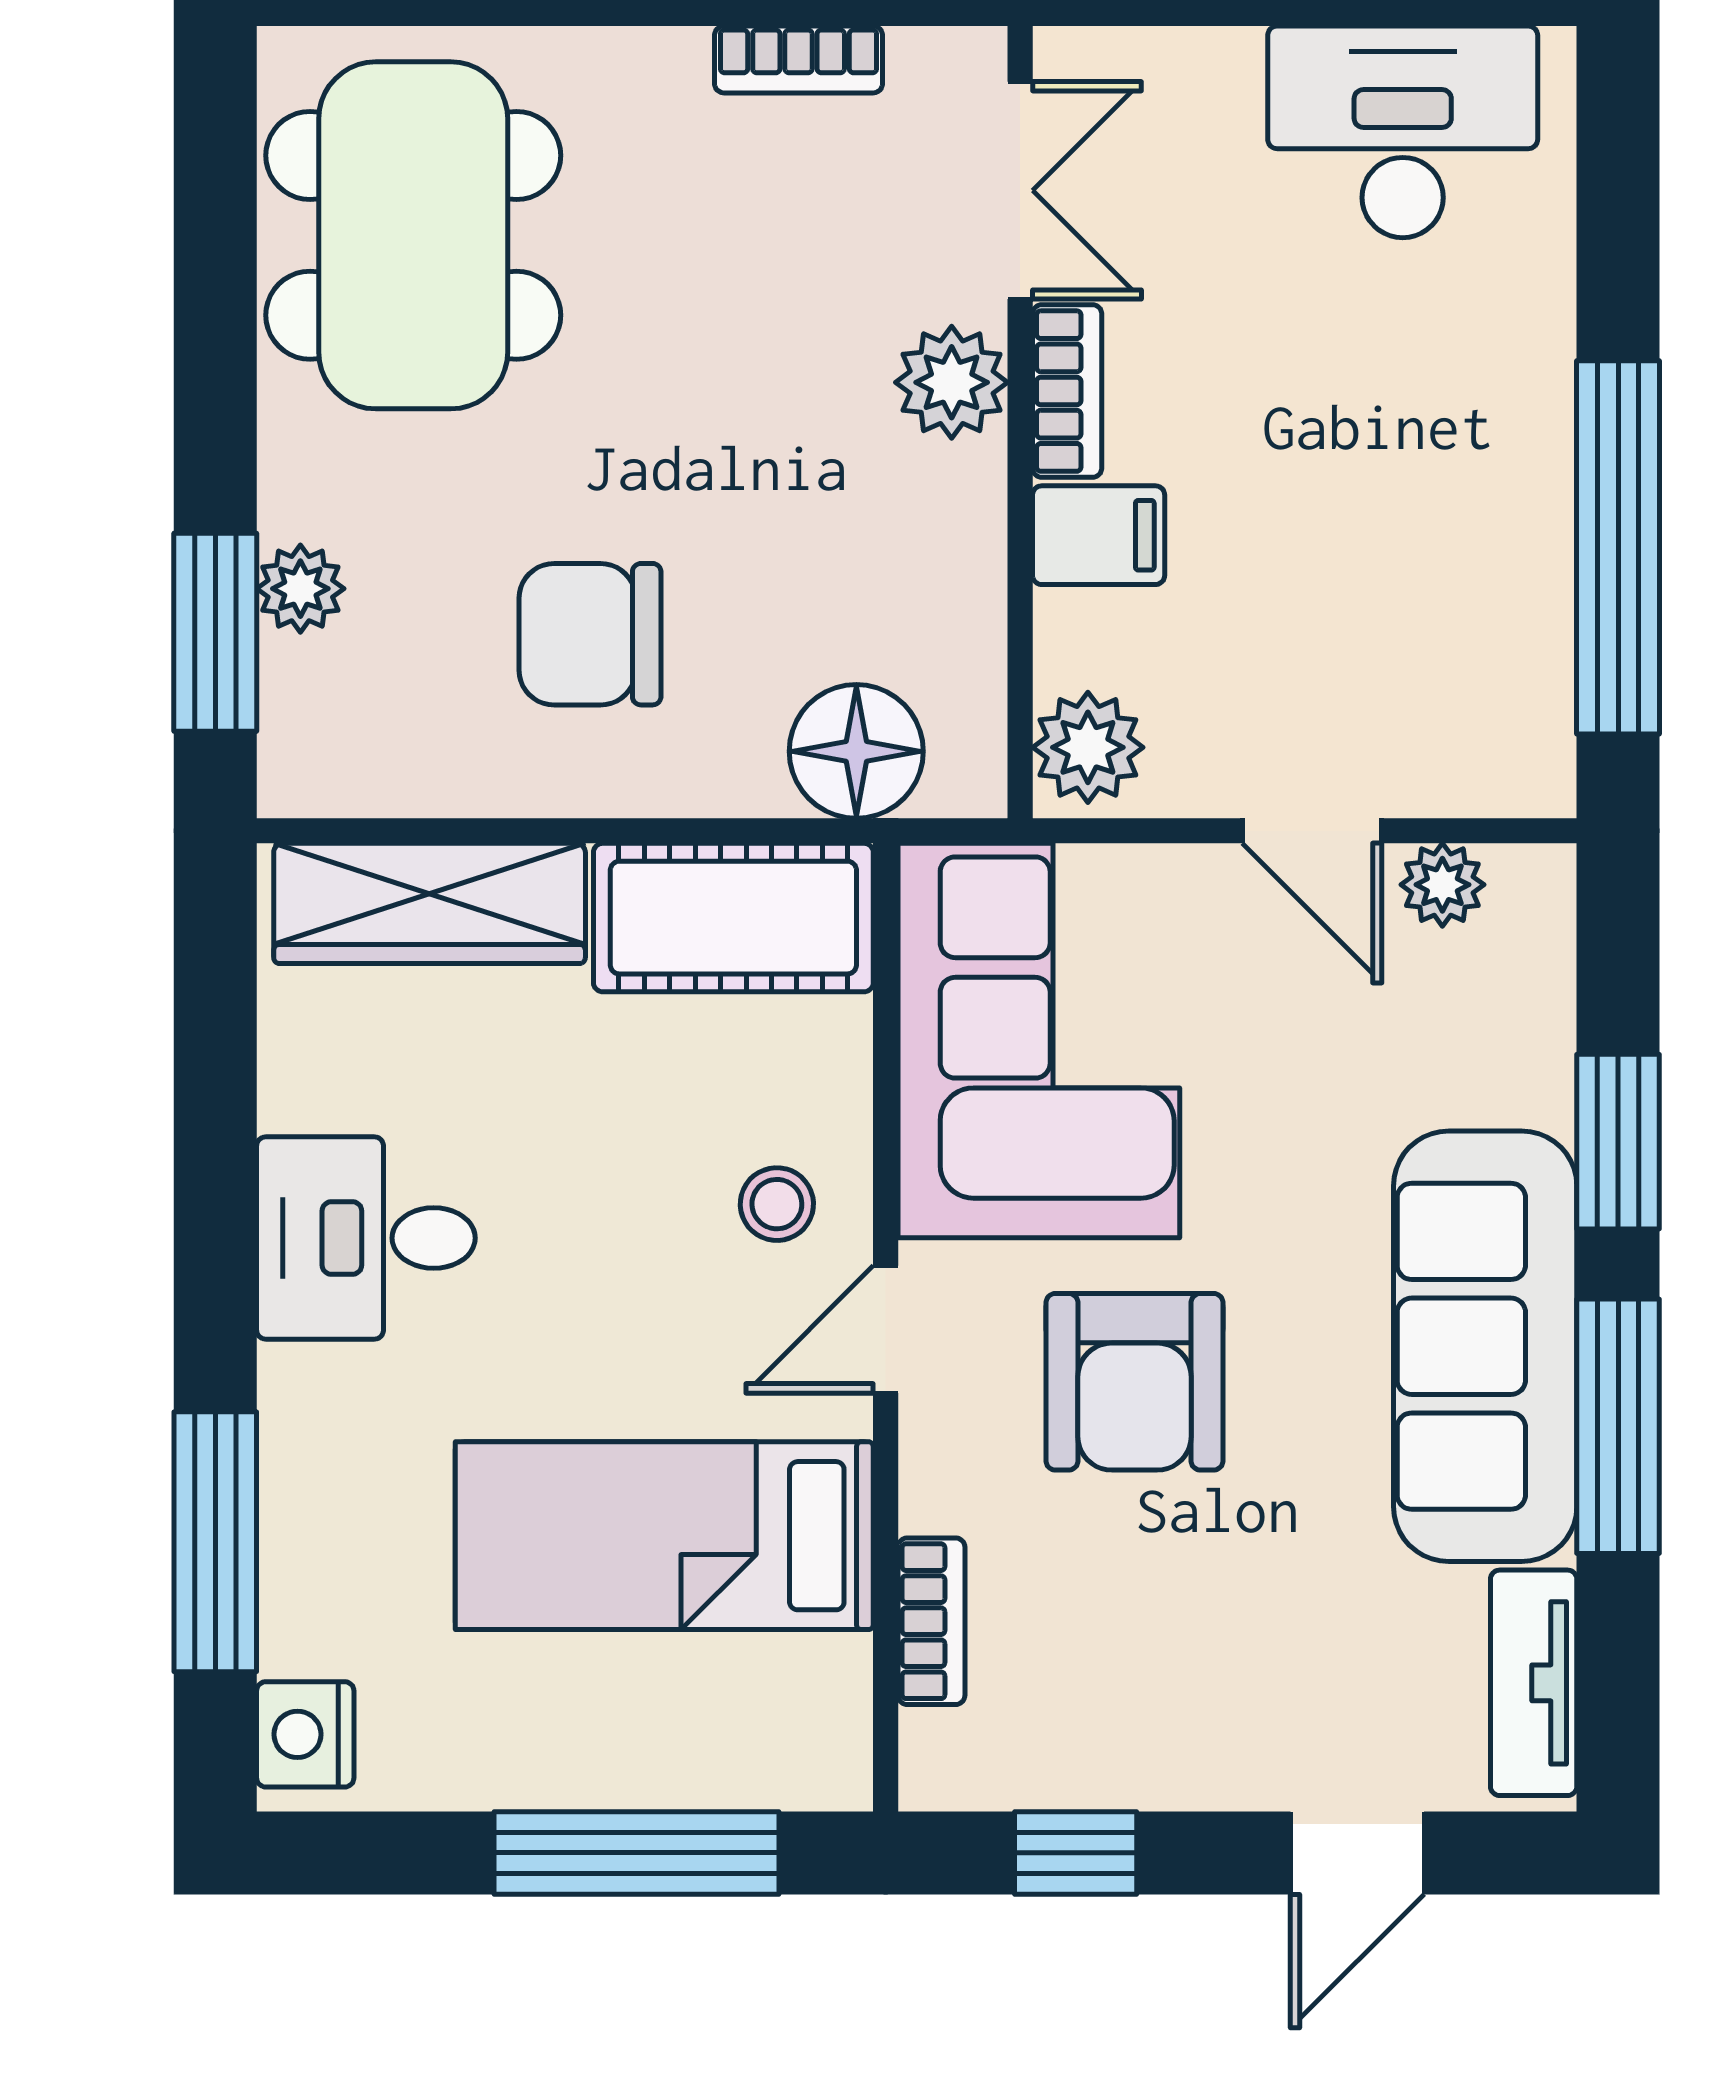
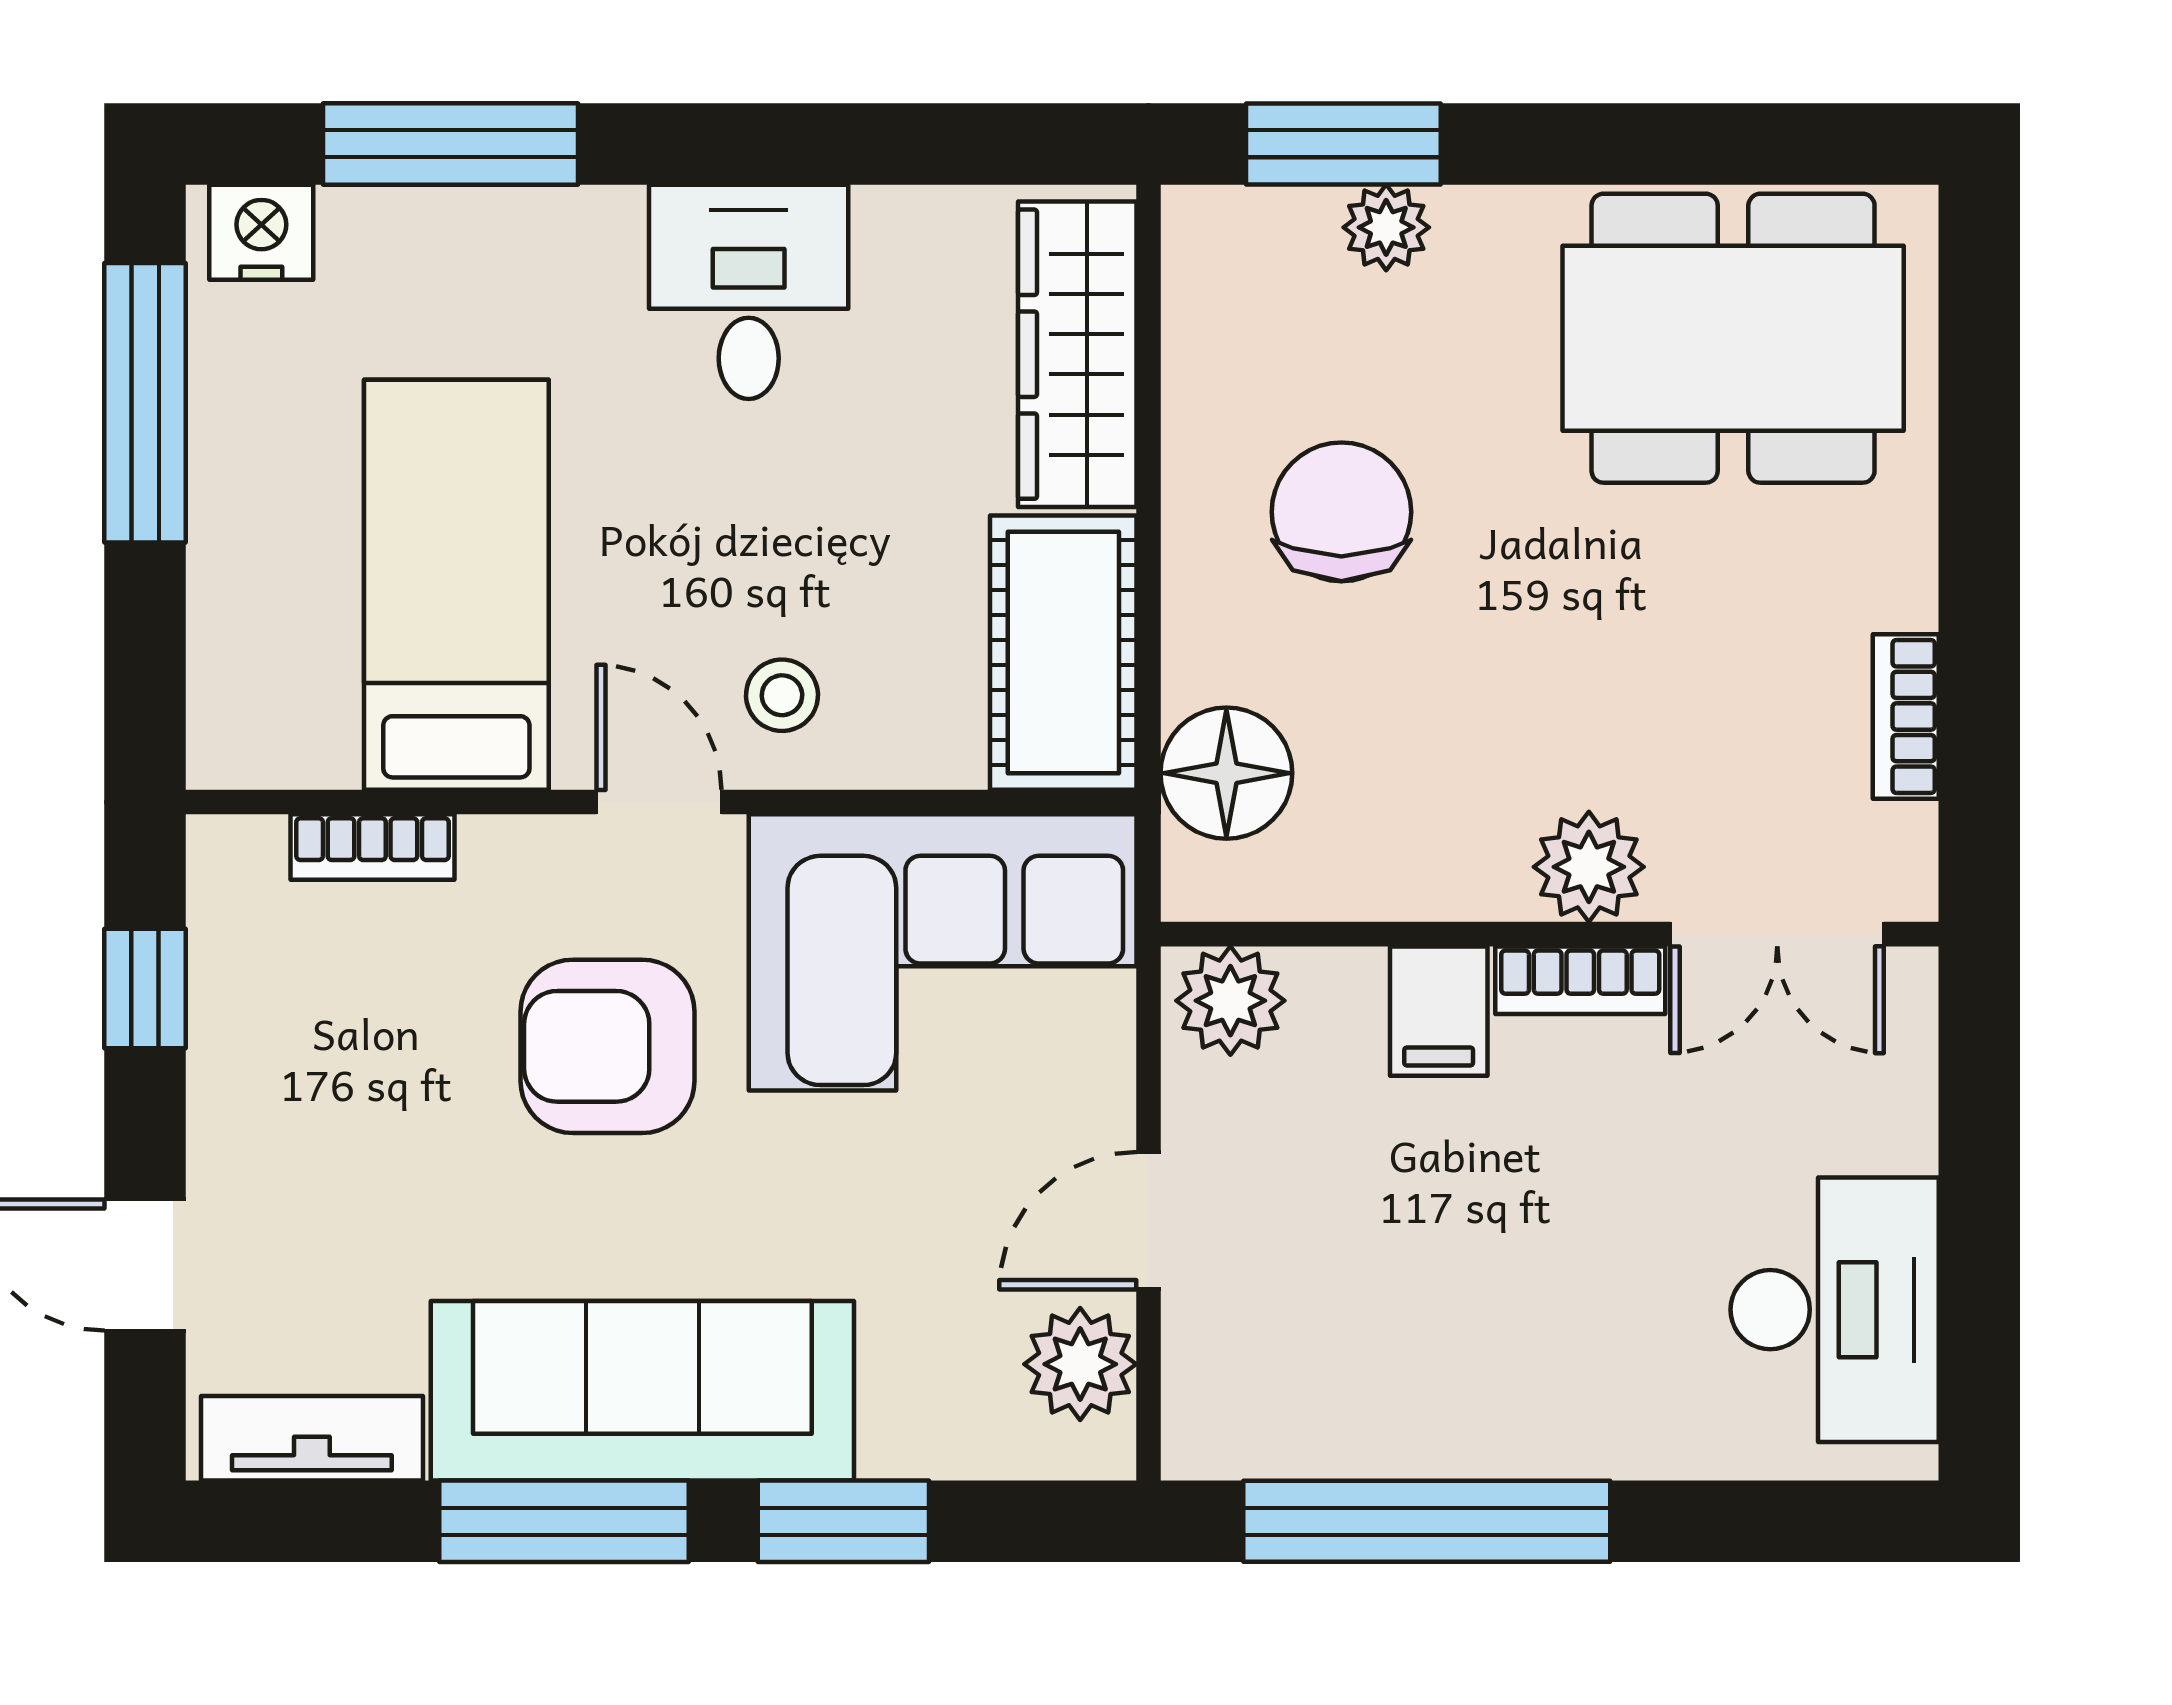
plant: (1442, 885) -> (1080, 1364), width x1.38, depth x1.38
window: (636, 1853) -> (145, 403), moved

